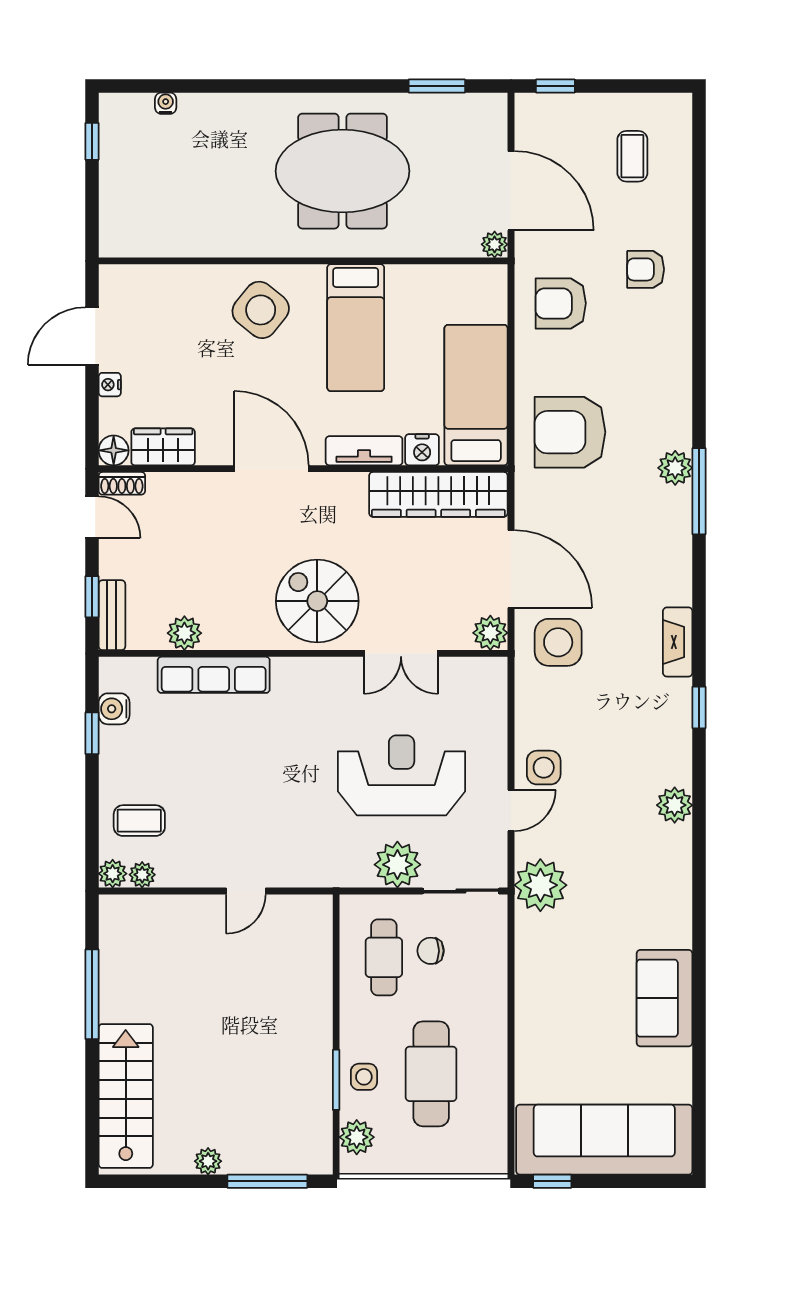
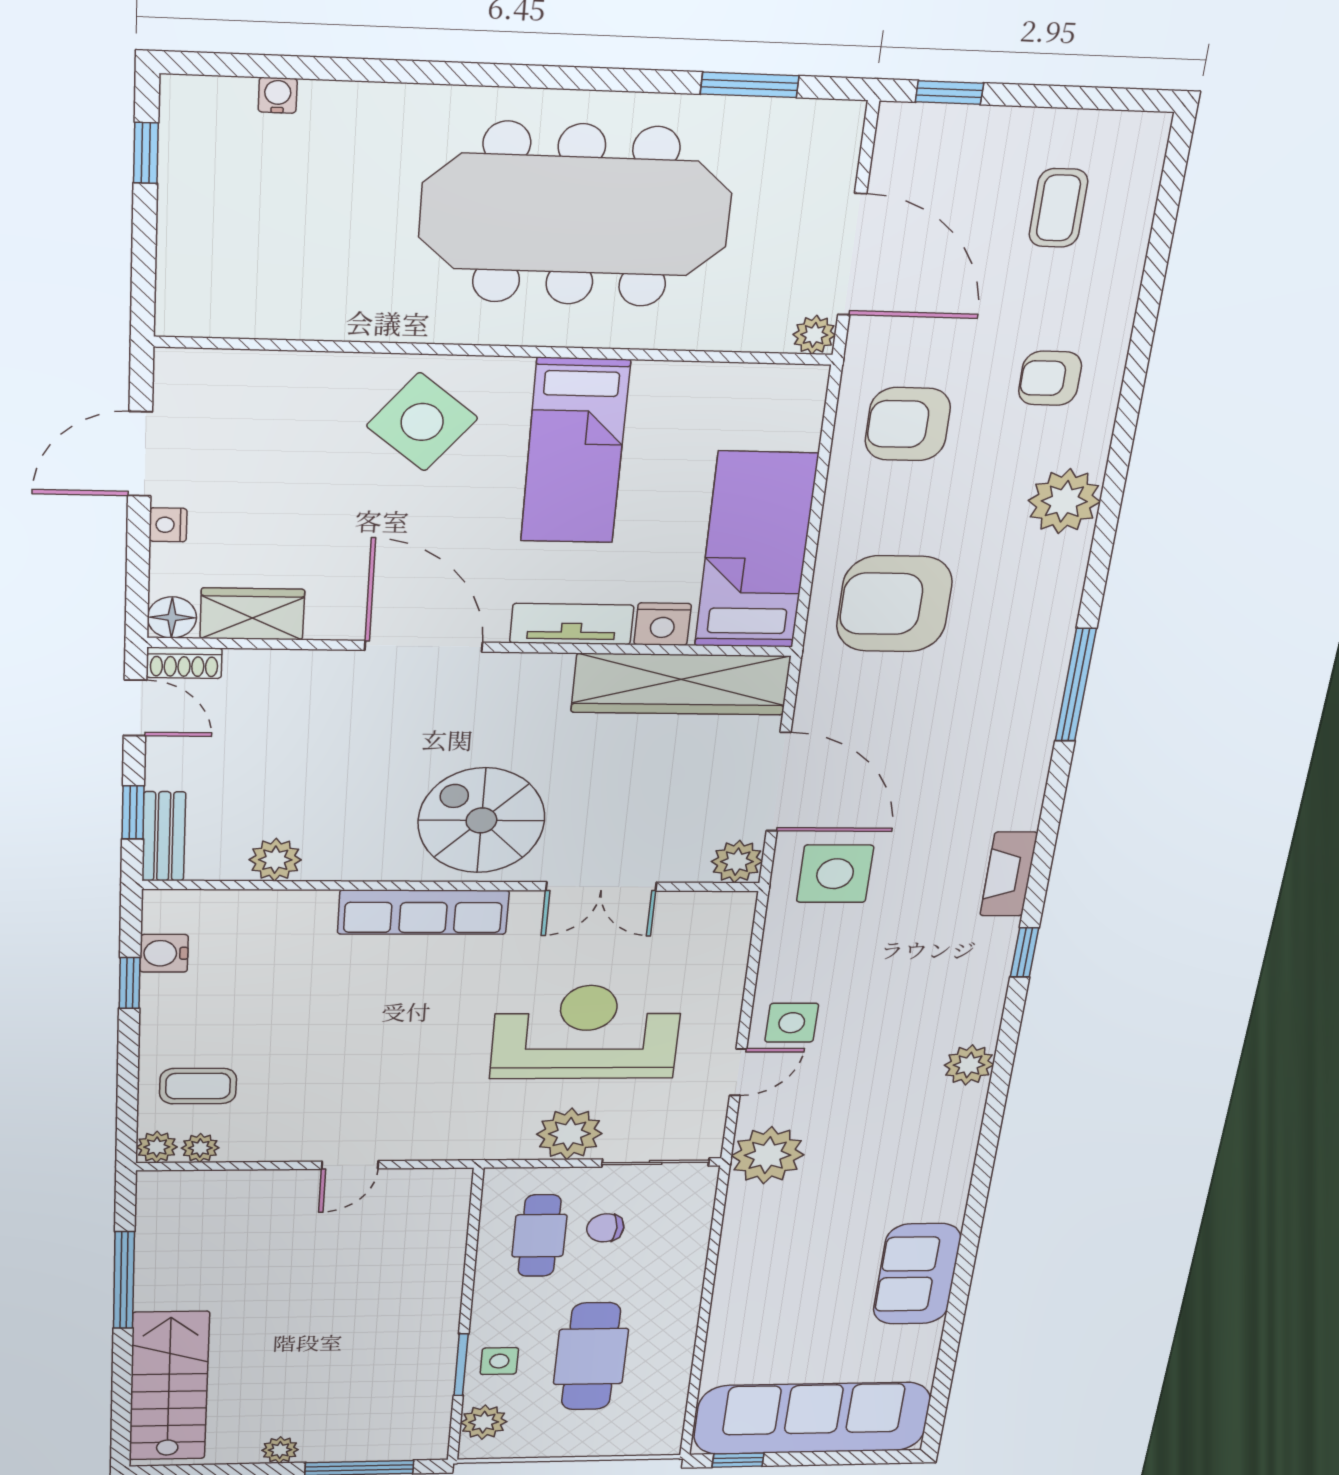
meeting table: (343, 171) -> (576, 215), width x1.36
plant: (675, 468) -> (1064, 501), moved, width x1.36, depth x1.36
row of seats: (214, 675) -> (423, 912), moved

